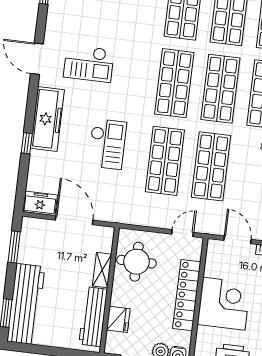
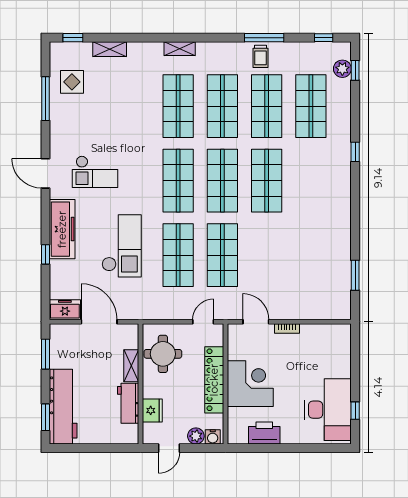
checkout: (107, 144) -> (122, 246), width x1.36, depth x1.21
workbench: (93, 317) -> (128, 403), width x0.73

